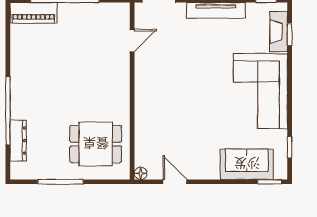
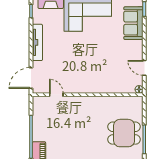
dining table: (96, 144) -> (124, 133), moved, turned 90
door: (175, 182) -> (144, 68), hinge flipped

